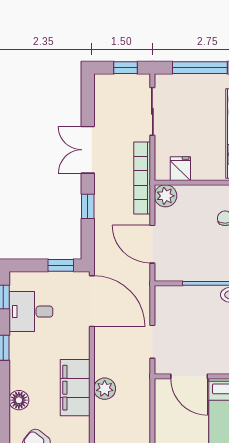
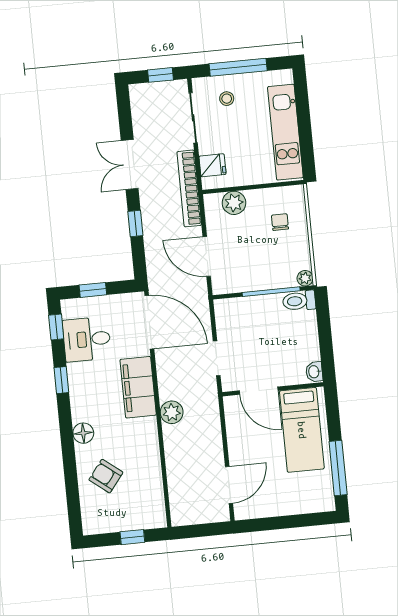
stool: (186, 96) -> (227, 99), added
fridge: (180, 169) -> (212, 165), moved, turned 90
plant: (166, 196) -> (234, 203), moved
window: (61, 265) -> (93, 290), moved
filing cabinet: (75, 388) -> (138, 387), moved

